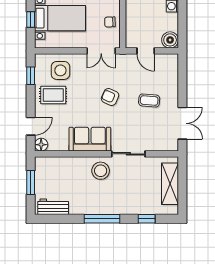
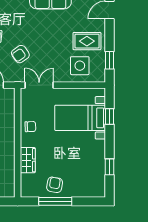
chair: (110, 22) -> (30, 127), moved
armchair: (110, 97) -> (20, 54), moved, turned 121

